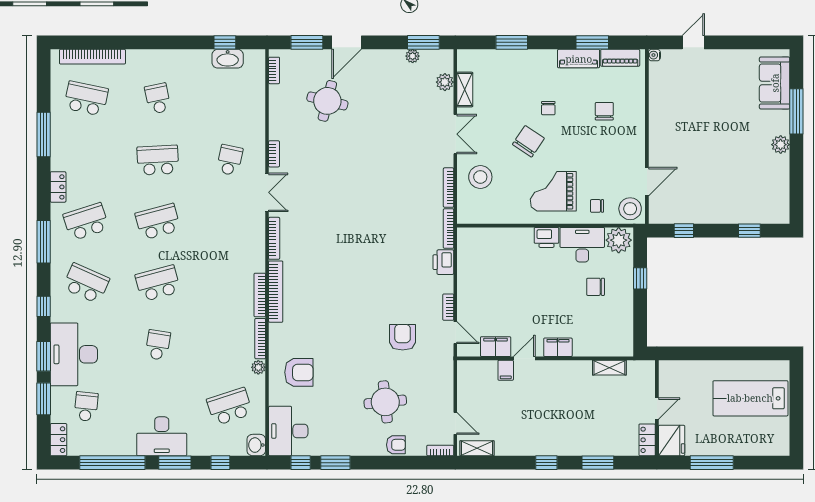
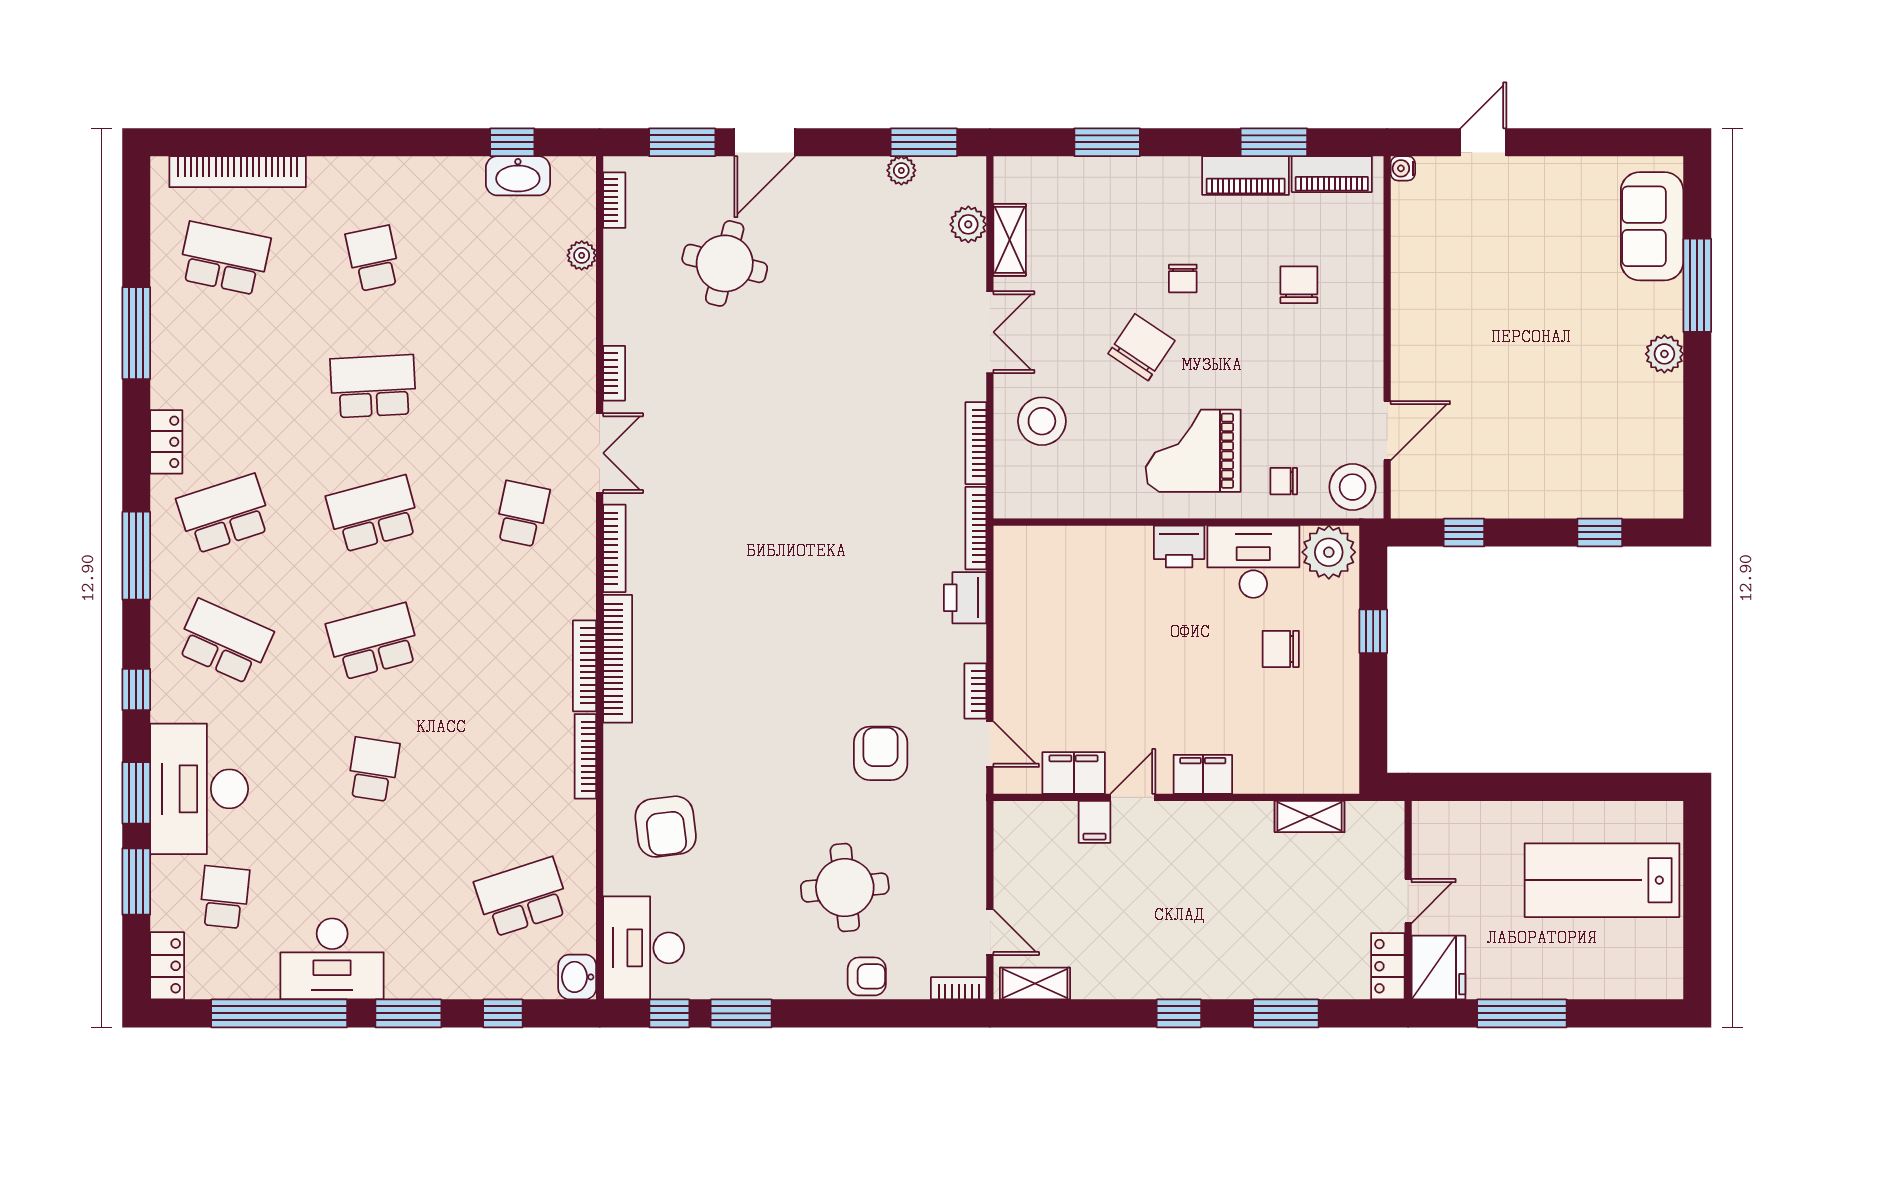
school desk: (230, 160) -> (522, 514), moved
plant: (258, 367) -> (582, 255), moved
armchair: (299, 372) -> (666, 827), turned 83
desk: (162, 436) -> (332, 959), moved

